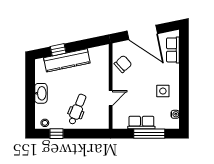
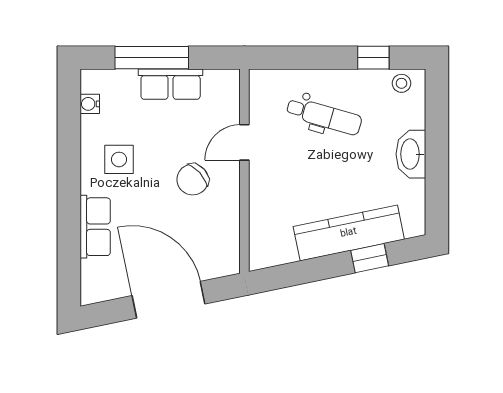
row of seats: (173, 50) -> (95, 227), moved
chair: (123, 64) -> (193, 180), moved
dental chair: (77, 109) -> (324, 116), turned -96

